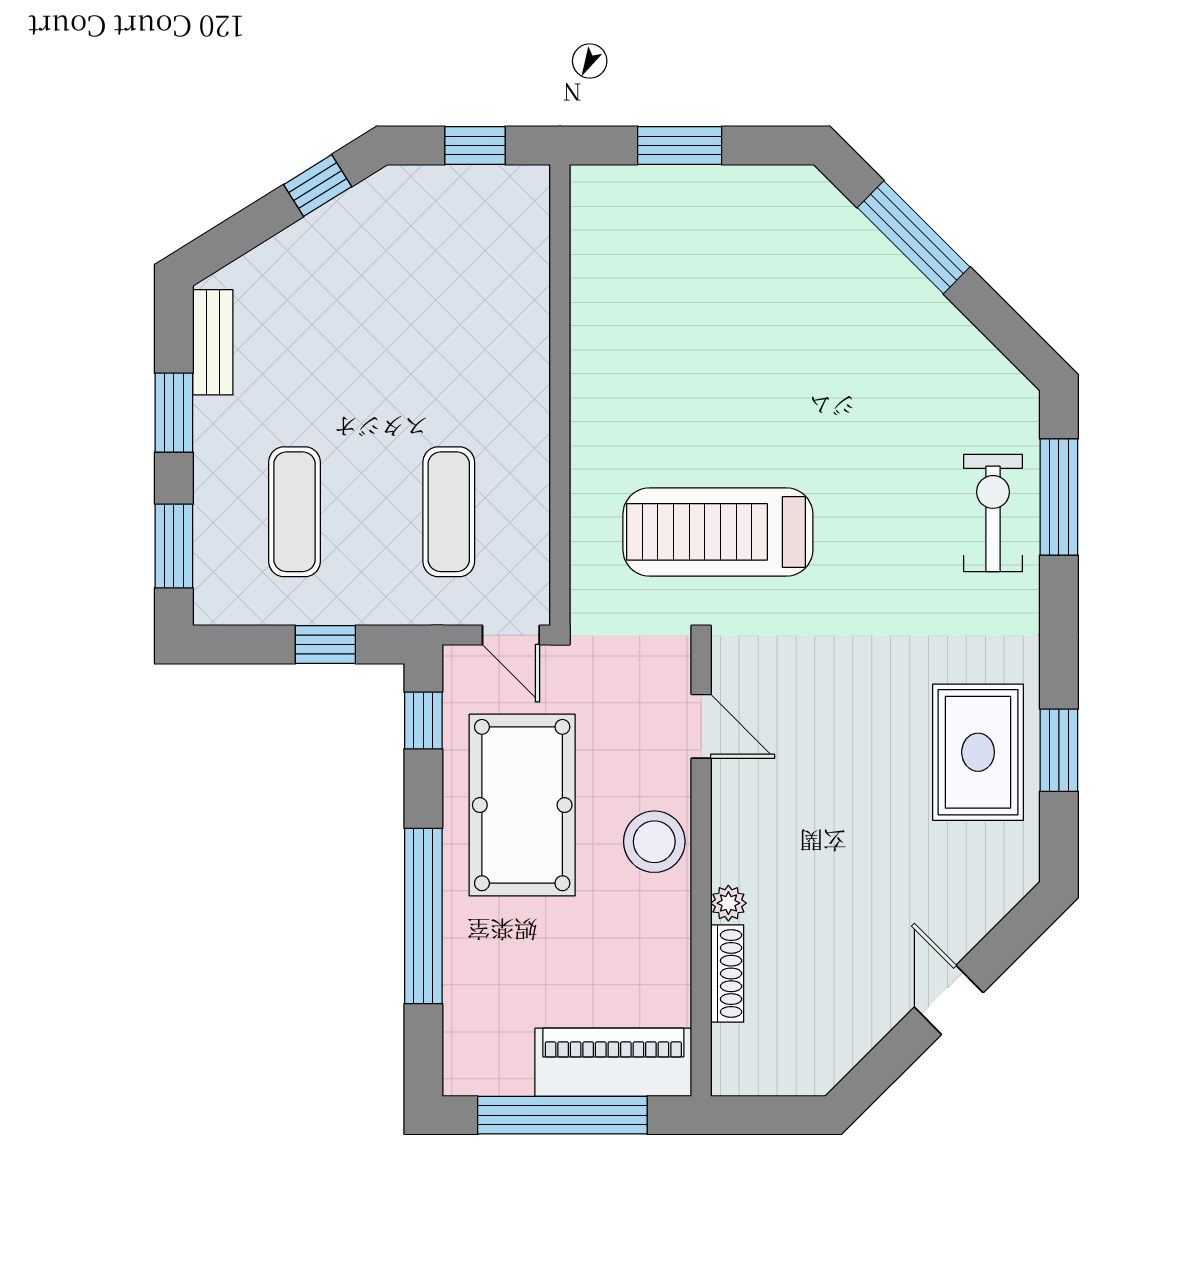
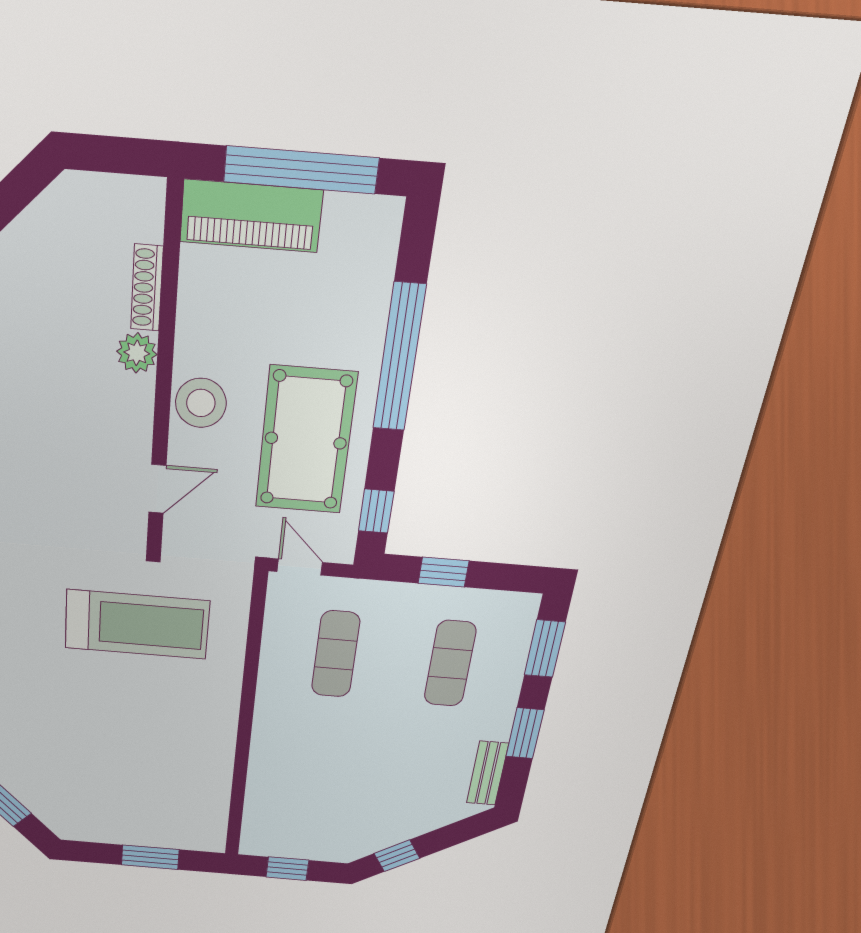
door: (701, 726) -> (157, 489), swing flipped
plant: (728, 903) -> (137, 353), width x1.38, depth x1.38

